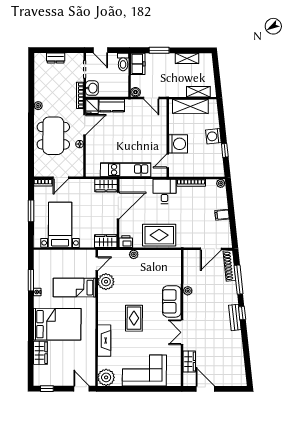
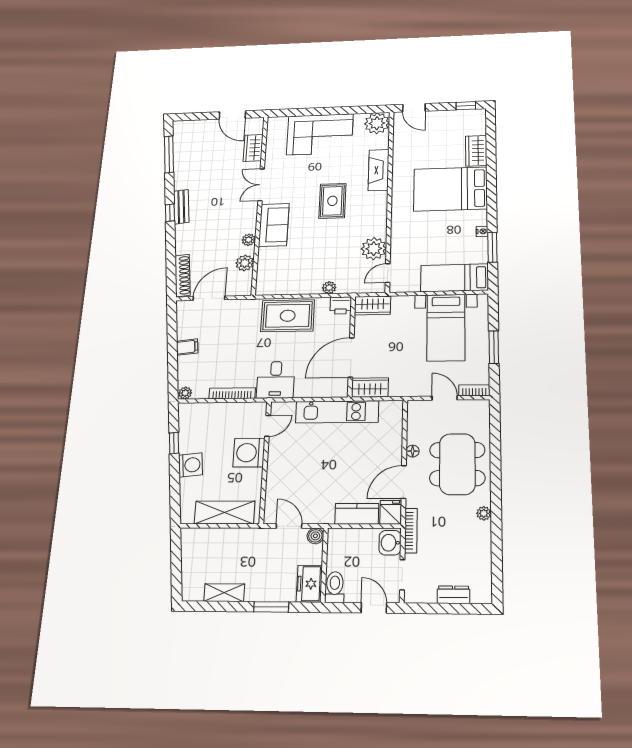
shelving: (198, 92) -> (209, 536), removed
door: (61, 178) -> (445, 398), hinge flipped
plant: (189, 274) -> (245, 263), added
window: (239, 280) -> (169, 154), moved
bed: (74, 288) -> (454, 278), moved, turned 180
double door: (182, 332) -> (261, 185), swing flipped

